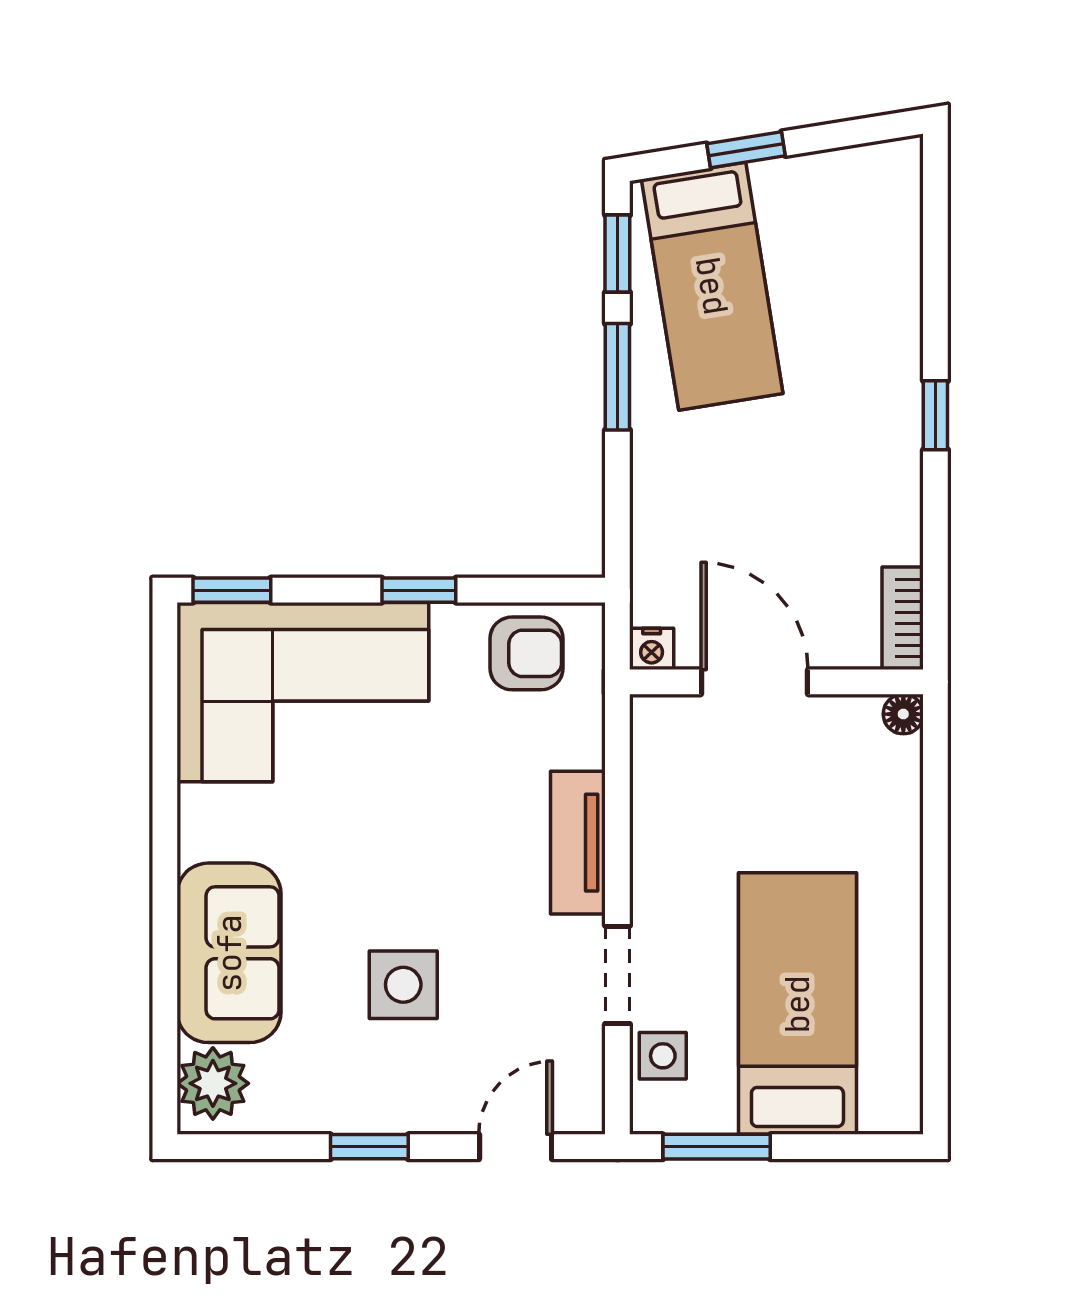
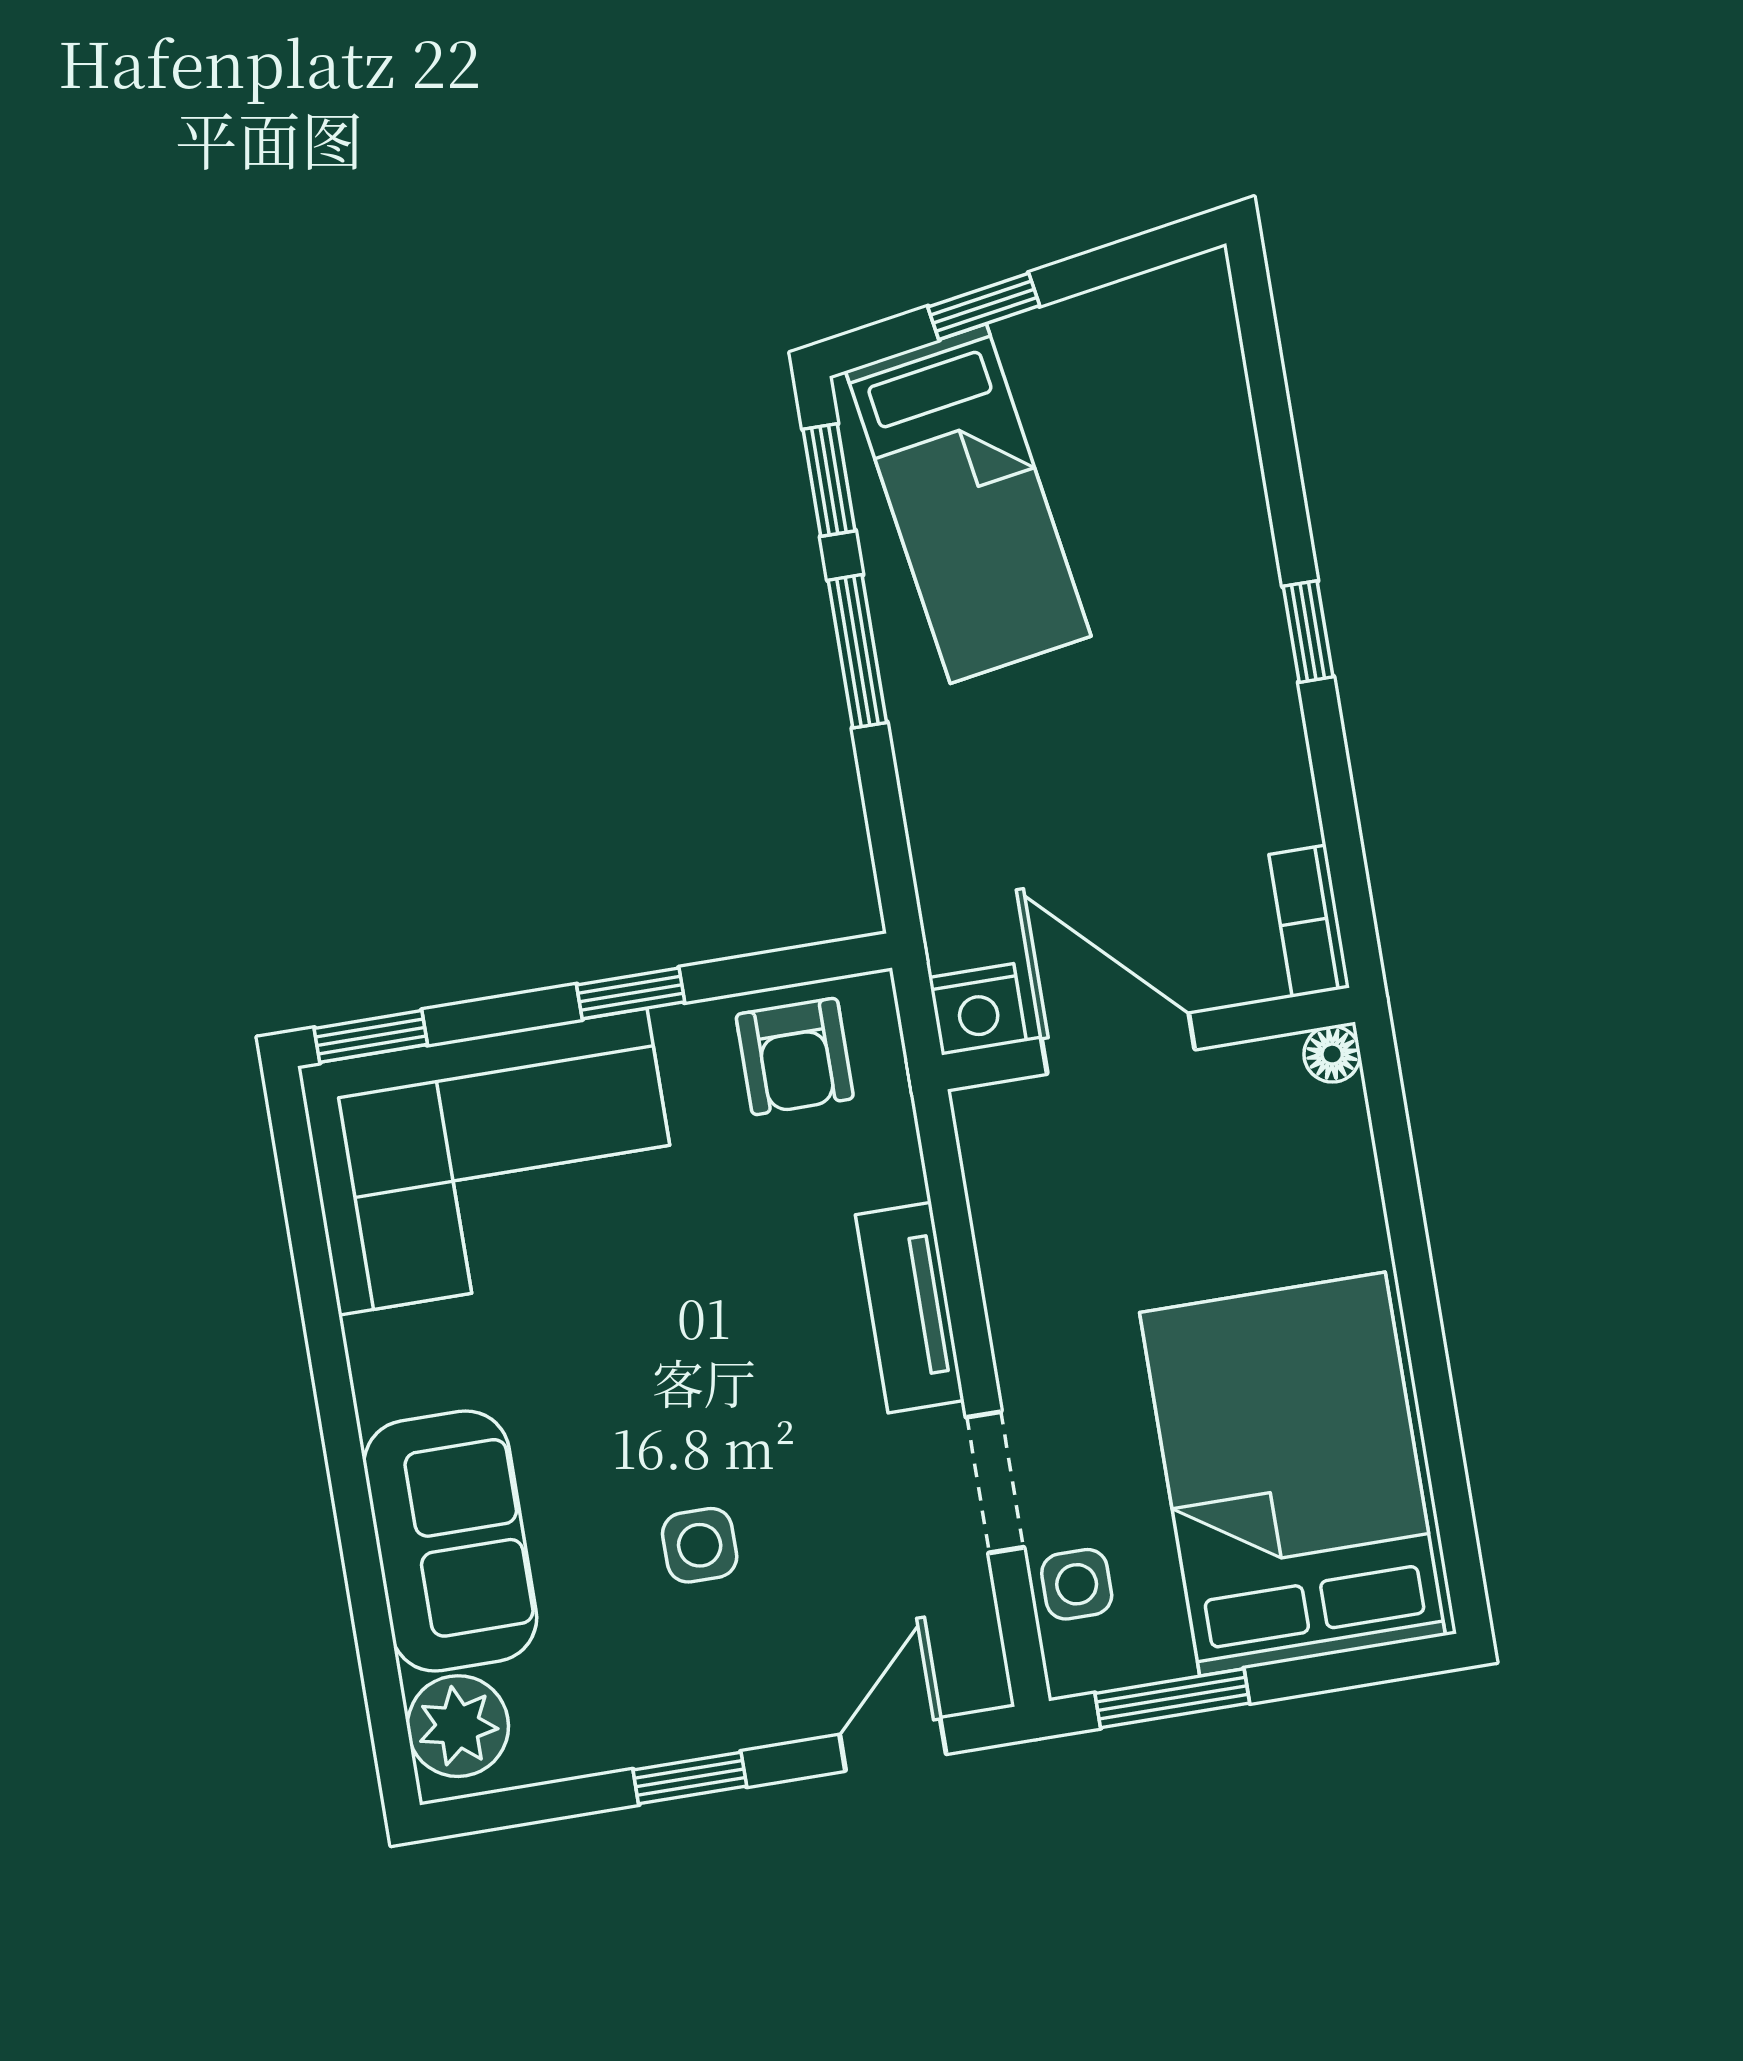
nightstand: (652, 649) -> (978, 1009), width x1.39, depth x1.35
armchair: (526, 653) -> (795, 1056), turned 90
side table: (403, 985) -> (700, 1545), width x0.73, depth x0.73
bed: (797, 1004) -> (1293, 1474), width x1.50

